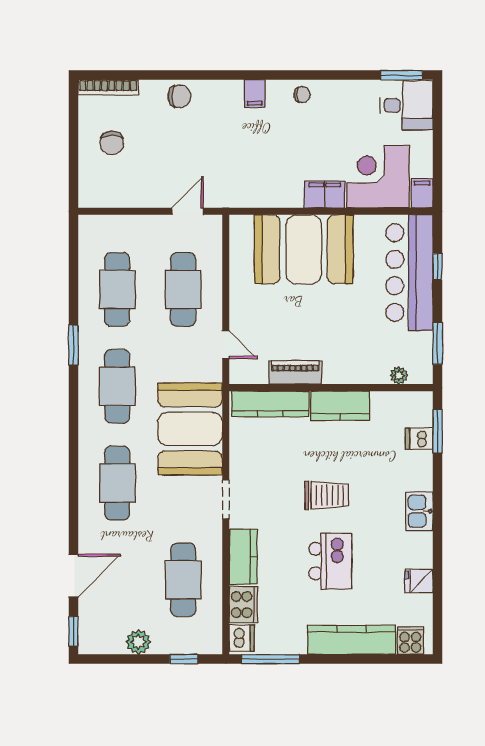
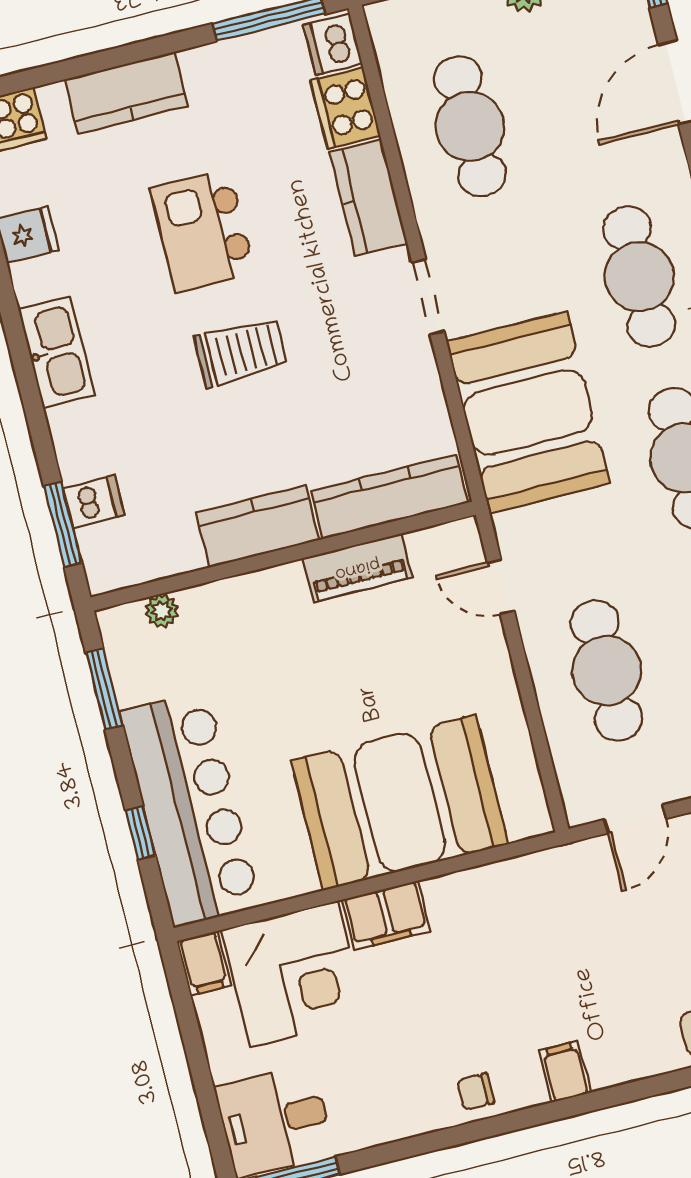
trolley: (327, 495) -> (241, 352), turned 180
kitchen sink: (419, 511) -> (57, 352), width x1.38
kitchen counter: (351, 640) -> (126, 93), width x0.67

